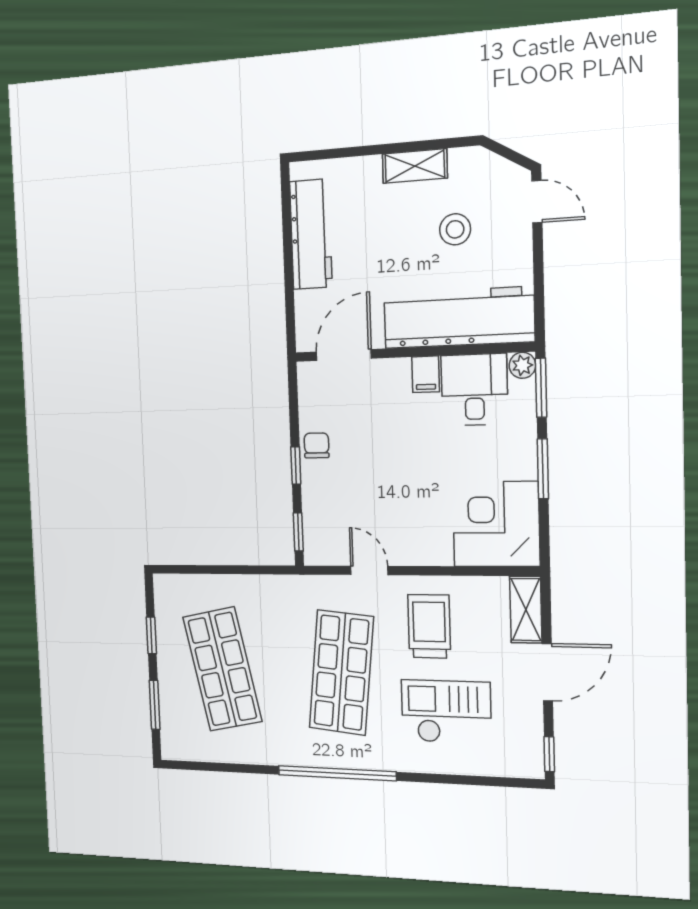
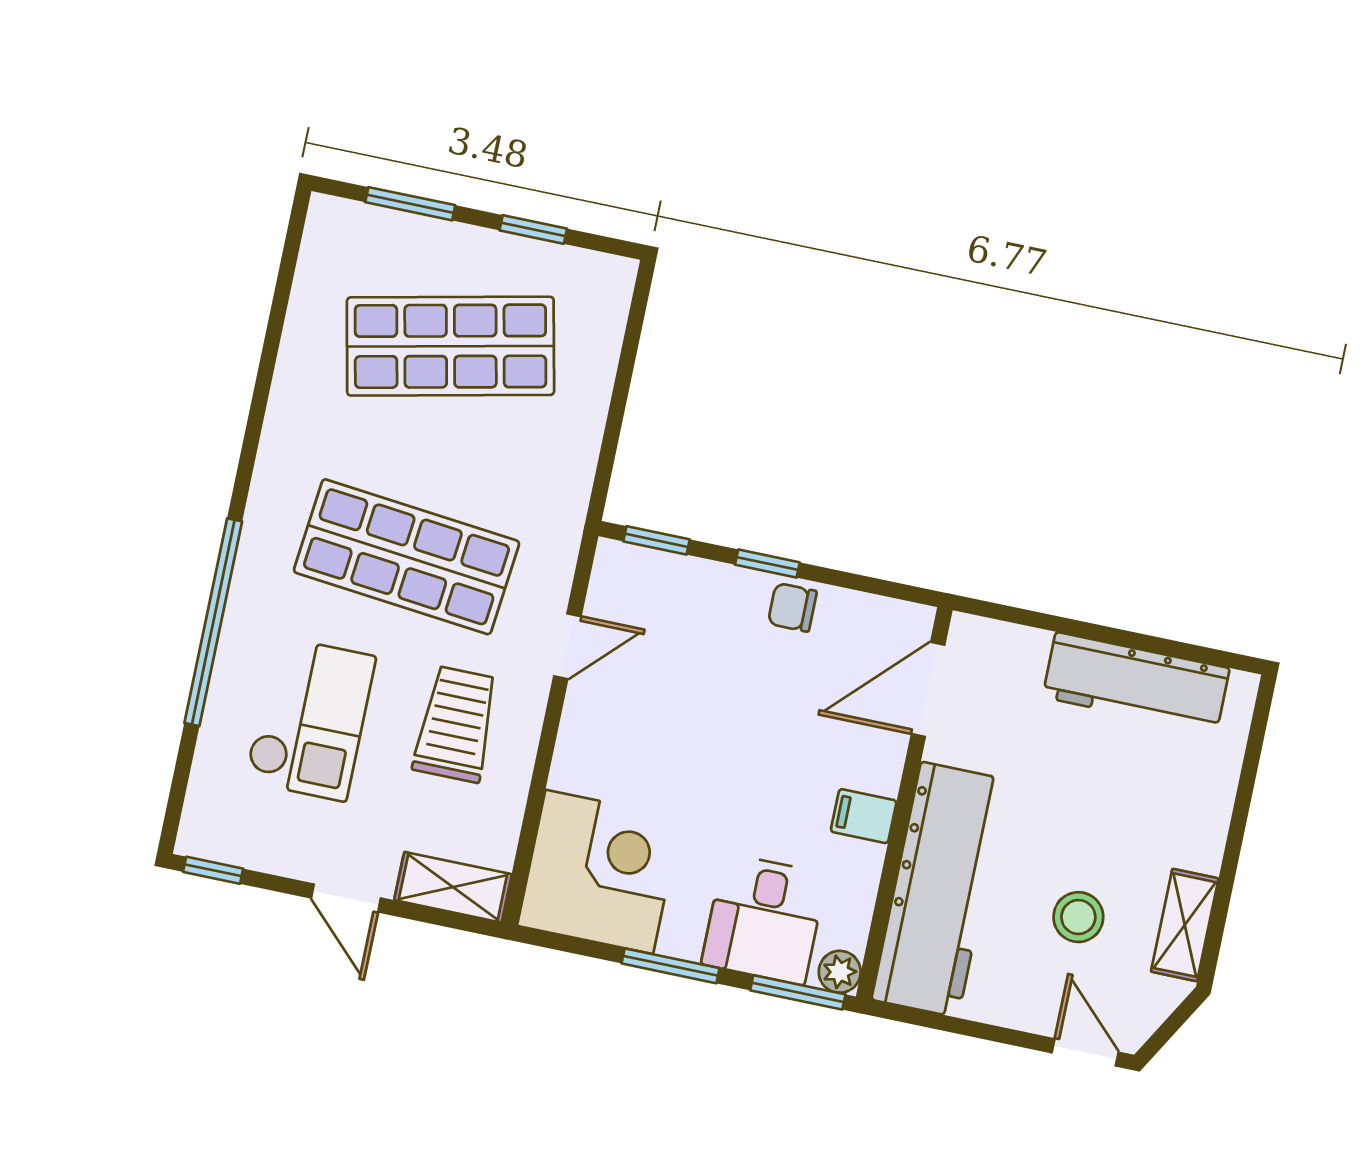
shelving: (415, 166) -> (1185, 925), moved
door: (537, 202) -> (1085, 1052), swing flipped
door: (344, 355) -> (928, 689), swing flipped
desk: (474, 390) -> (764, 919), moved, turned 90
chair: (317, 445) -> (792, 607), turned 180
trolley: (429, 626) -> (456, 724), turned -90
door: (547, 672) -> (346, 898), width x0.73
window: (337, 773) -> (213, 622), moved

